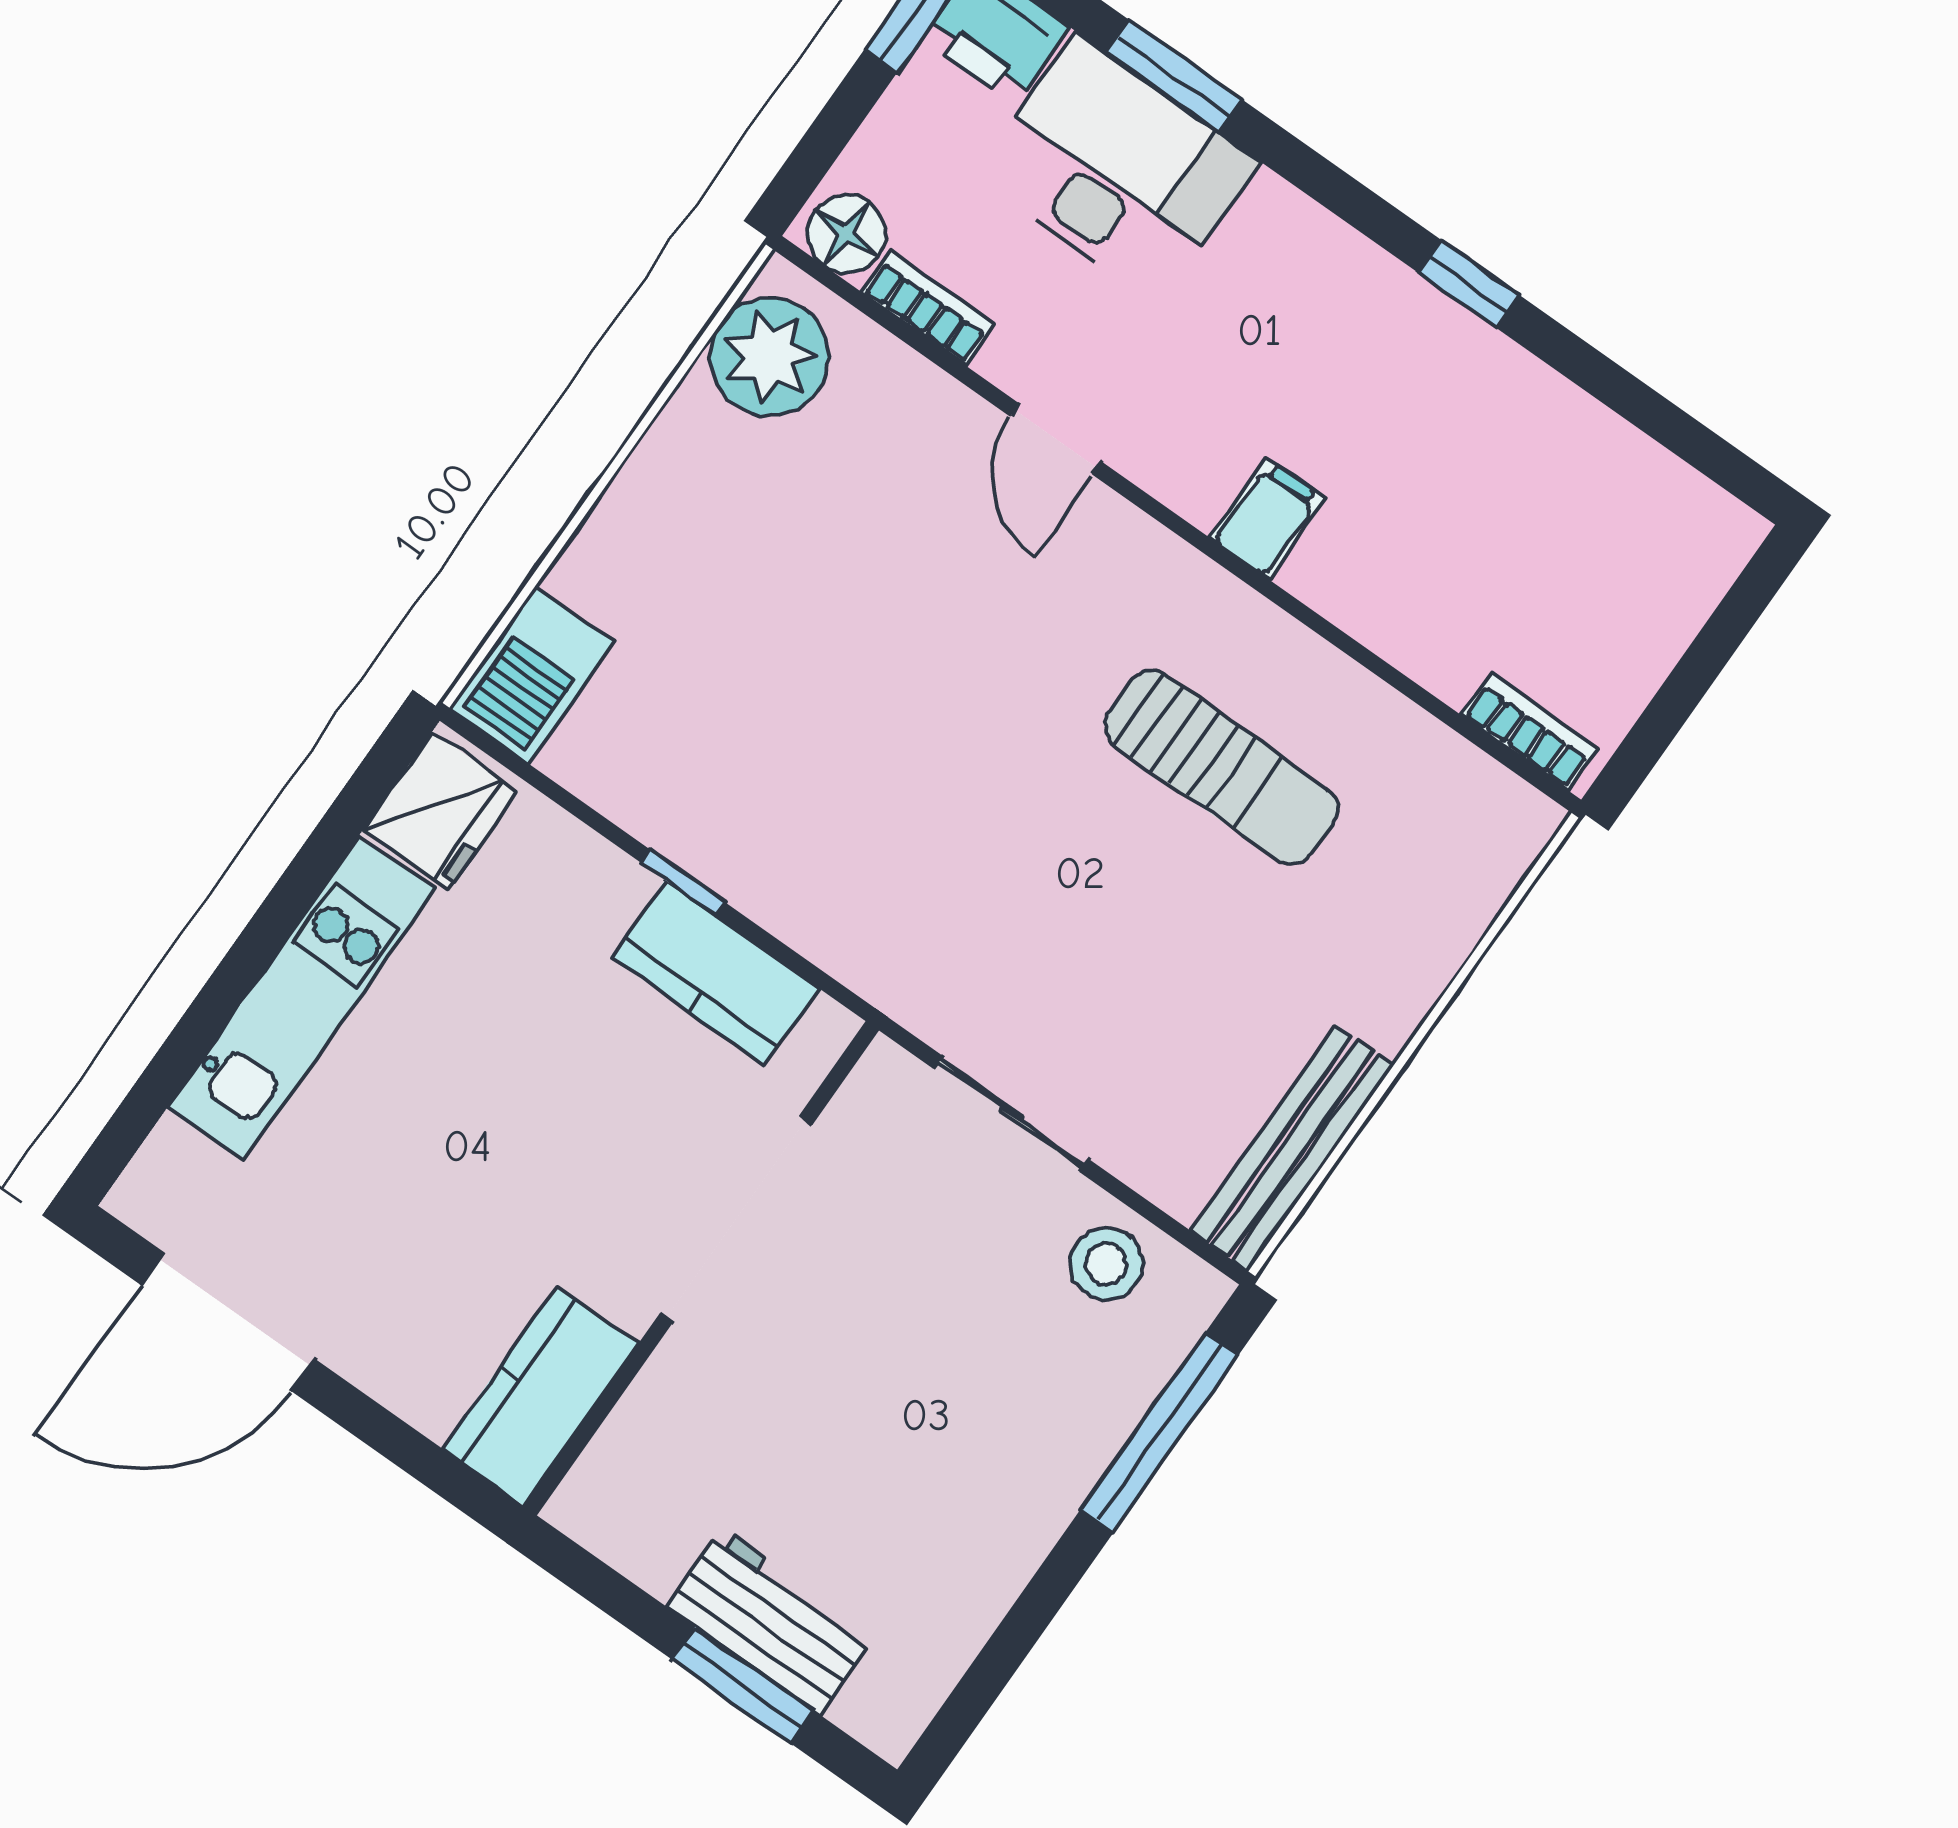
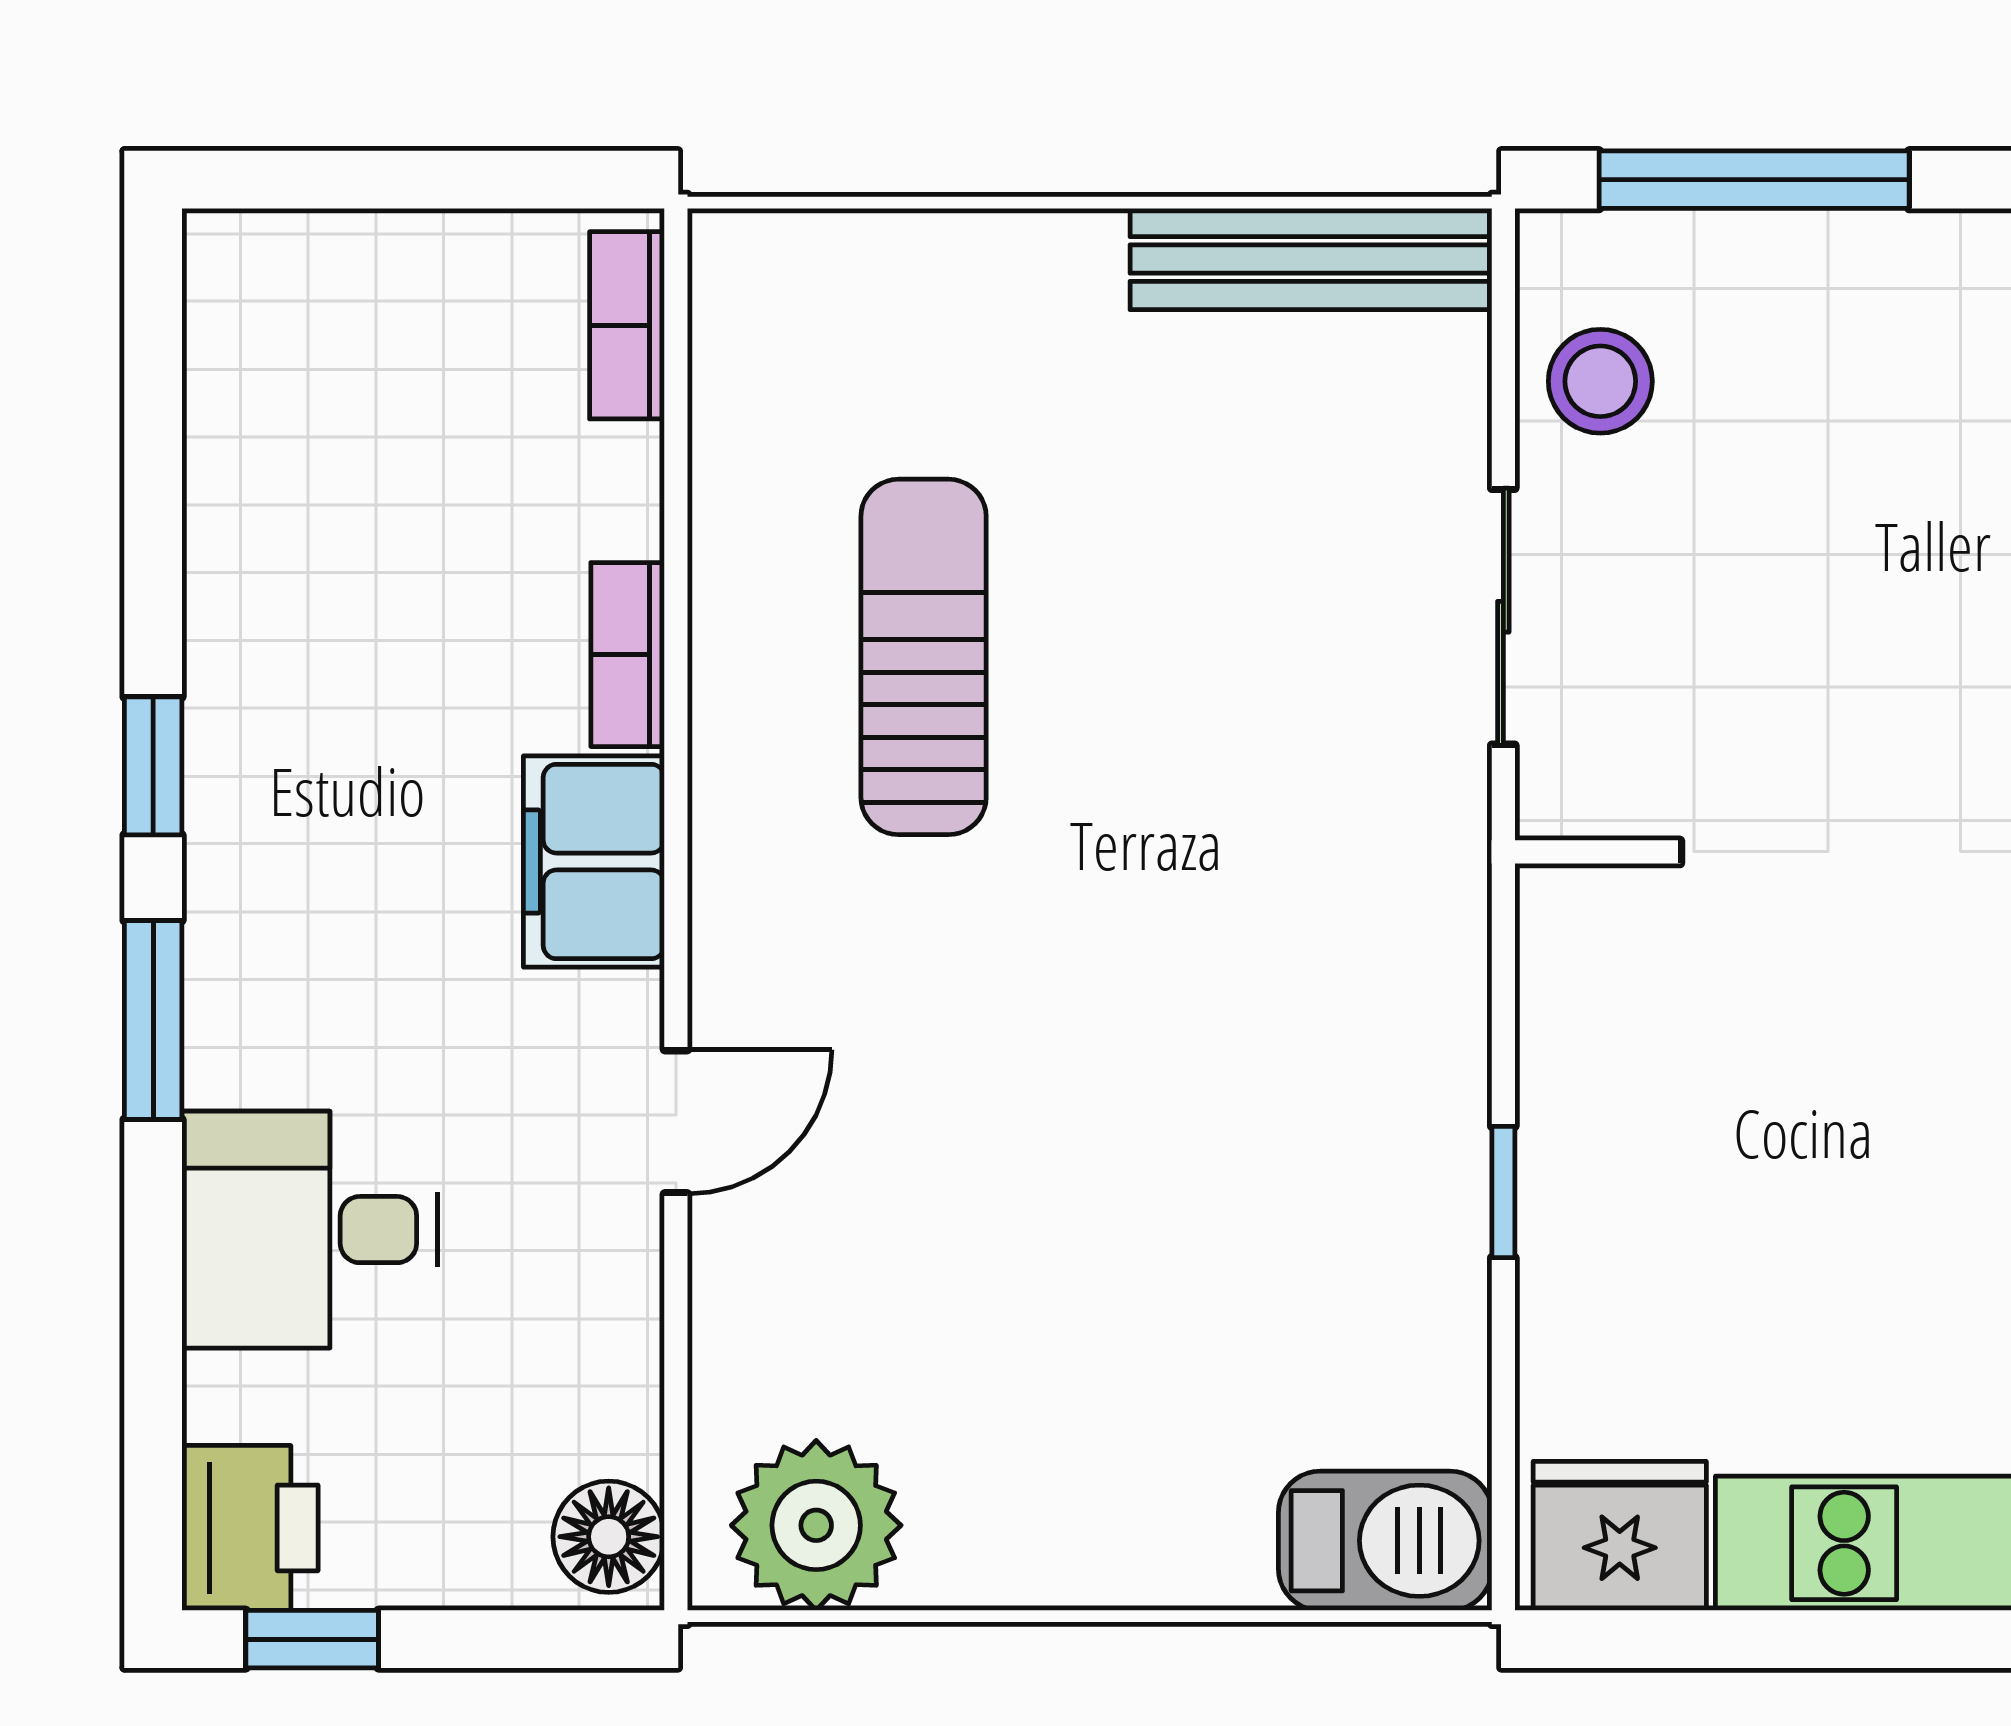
window: (1174, 76) -> (153, 1020), moved
desk: (1117, 169) -> (309, 1230), width x0.73
bookcase: (928, 308) -> (628, 655), moved
filing cabinet: (1267, 518) -> (594, 861), width x2.00
kitchen counter: (715, 973) -> (1582, 1080), removed

